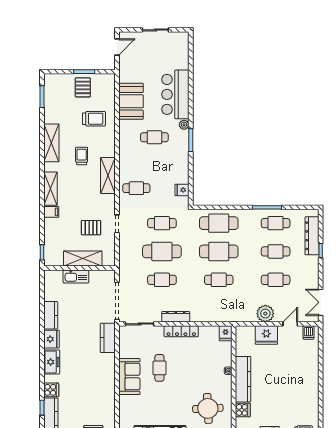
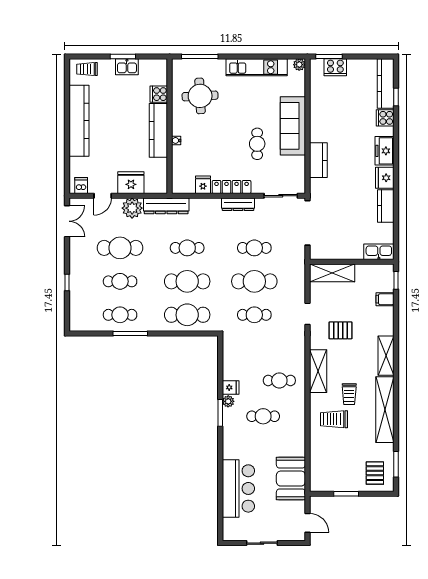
door: (117, 47) -> (307, 523), swing flipped
pallet: (83, 87) -> (375, 473), moved
bar counter: (175, 94) -> (238, 488), moved
booth: (131, 101) -> (291, 479), moved
trolley: (94, 119) -> (334, 419), moved
plant: (184, 125) -> (228, 401), moved
shelving: (51, 143) -> (385, 410), width x1.47
cafe table: (136, 188) -> (279, 380), moved
fridge: (182, 190) -> (231, 387), moved
filing cabinet: (51, 212) -> (385, 299), moved
pallet: (91, 228) -> (341, 330), moved
dresser: (312, 236) -> (166, 206), moved, turned 90
shelving: (83, 259) -> (332, 273), moved
kitchen sink: (76, 276) -> (379, 252), moved
cafe table: (276, 280) -> (120, 248), width x1.37, depth x1.35
fridge: (226, 333) -> (203, 185), moved
kitchen counter: (108, 338) -> (318, 160), moved
sofa: (129, 377) -> (293, 126), width x1.36
kitchen counter: (310, 387) -> (79, 121), added

